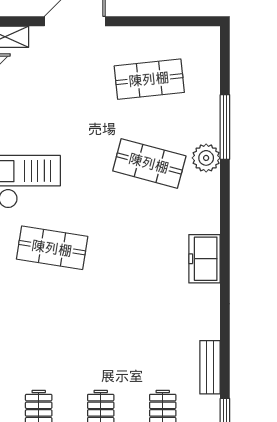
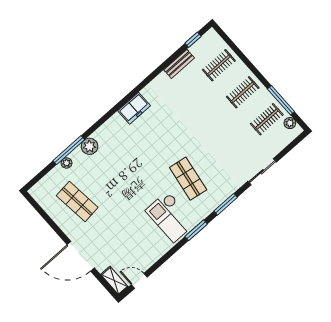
plant: (211, 109) -> (67, 163), added
shop shelf: (149, 163) -> (114, 169), removed

